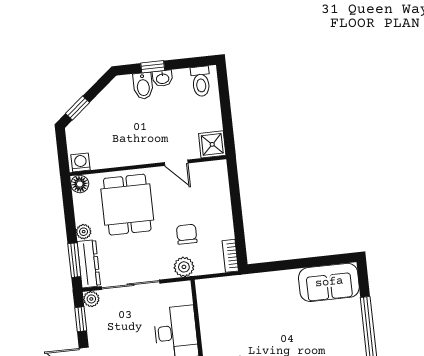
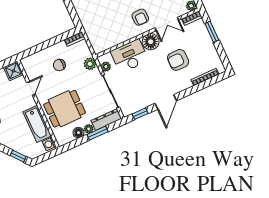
bathtub: (118, 154) -> (37, 124), added
floor lamp: (80, 184) -> (78, 133), moved
chair: (187, 234) -> (59, 65), moved
window: (74, 260) -> (98, 133), moved
plant: (91, 299) -> (106, 67), moved

